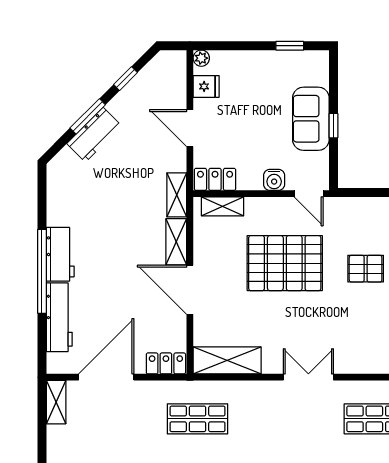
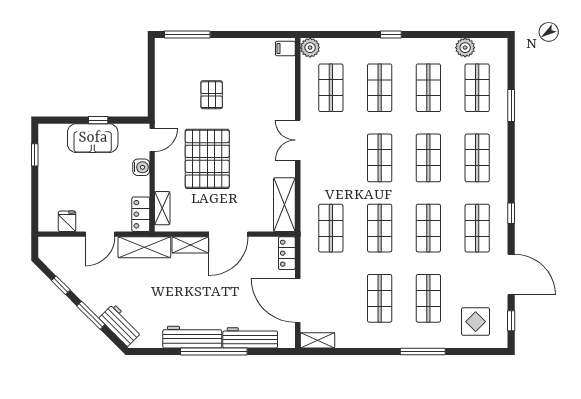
plant: (201, 58) -> (45, 225), removed
workbench: (94, 135) -> (120, 325), moved
shelving: (177, 195) -> (144, 247), width x1.50, depth x1.33
workbench: (60, 254) -> (192, 337), width x1.38

